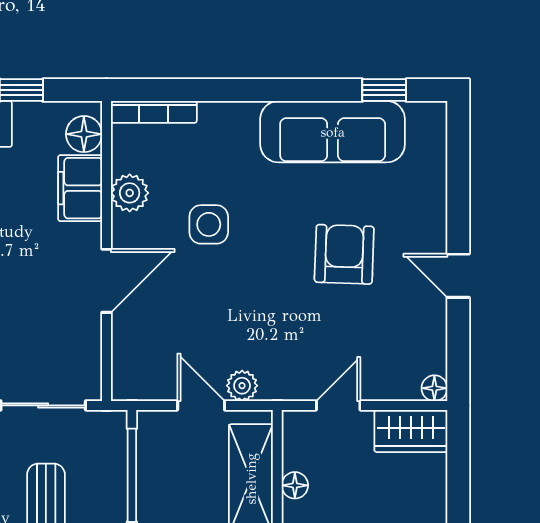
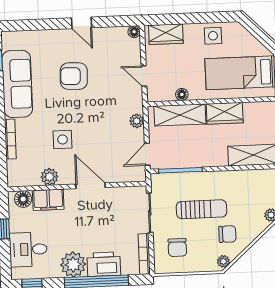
bookcase: (154, 112) -> (10, 139), moved
door: (458, 276) -> (81, 23), hinge flipped
door: (201, 405) -> (147, 154), moved
wardrobe: (411, 431) -> (166, 34), moved, turned 90

